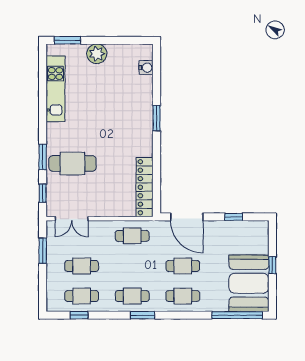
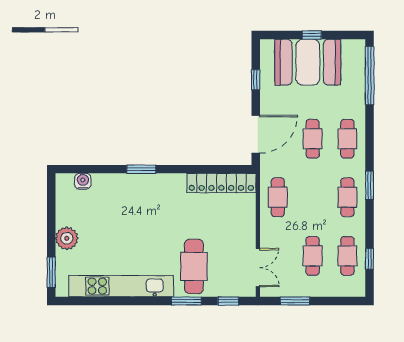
kitchen unit: (56, 89) -> (121, 286), width x1.36
booth: (249, 283) -> (308, 62), moved

